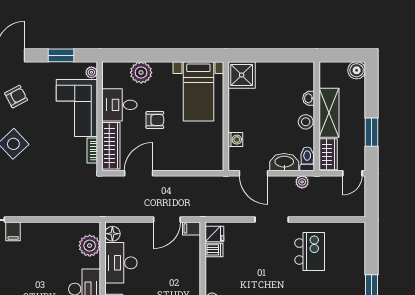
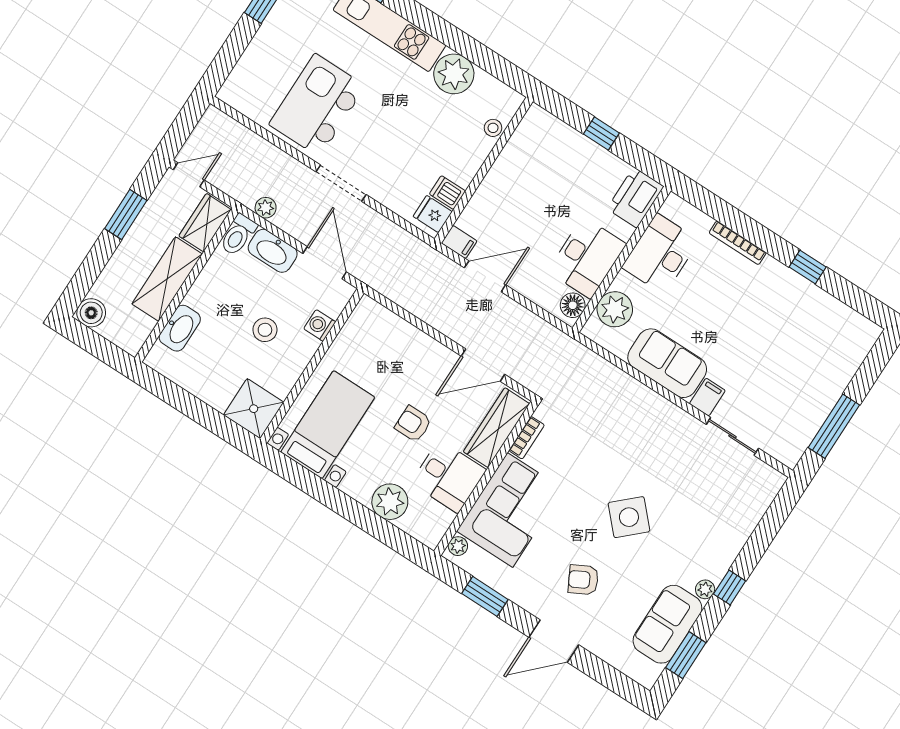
washbasin: (309, 98) -> (180, 328), width x1.91, depth x1.45
stool: (306, 122) -> (265, 330), moved
sofa: (45, 235) -> (667, 363), added
kitchen island: (310, 252) -> (317, 105), width x1.37, depth x1.28

